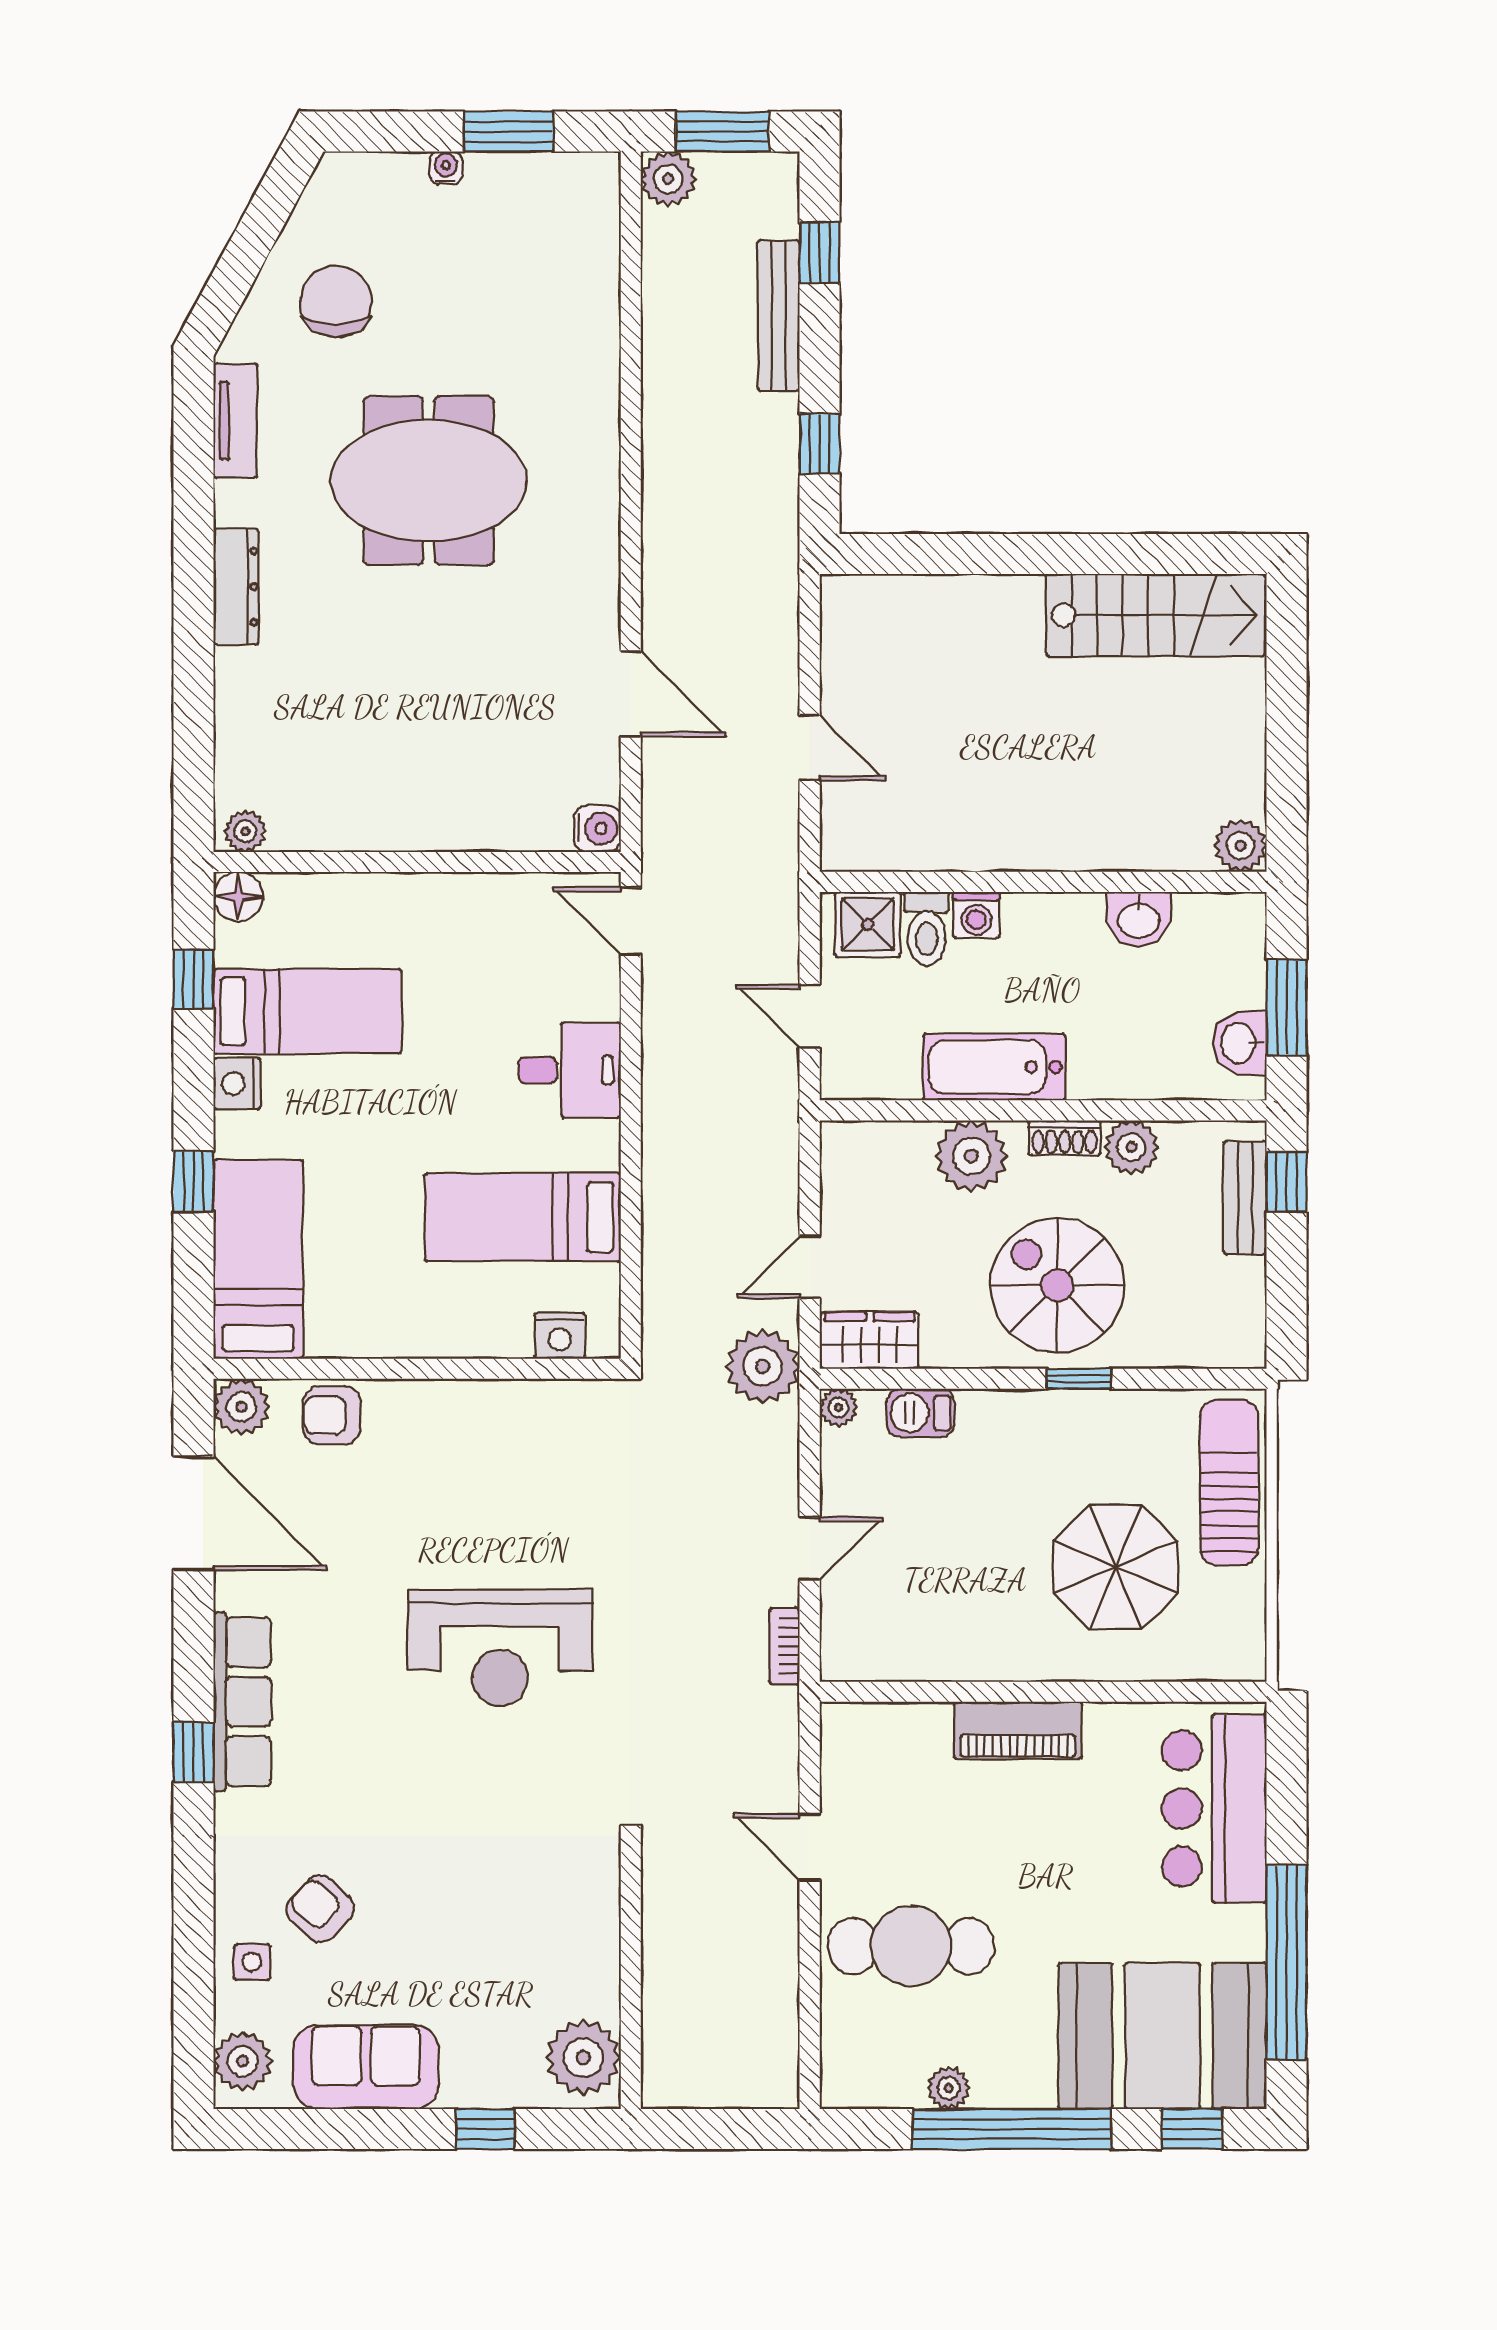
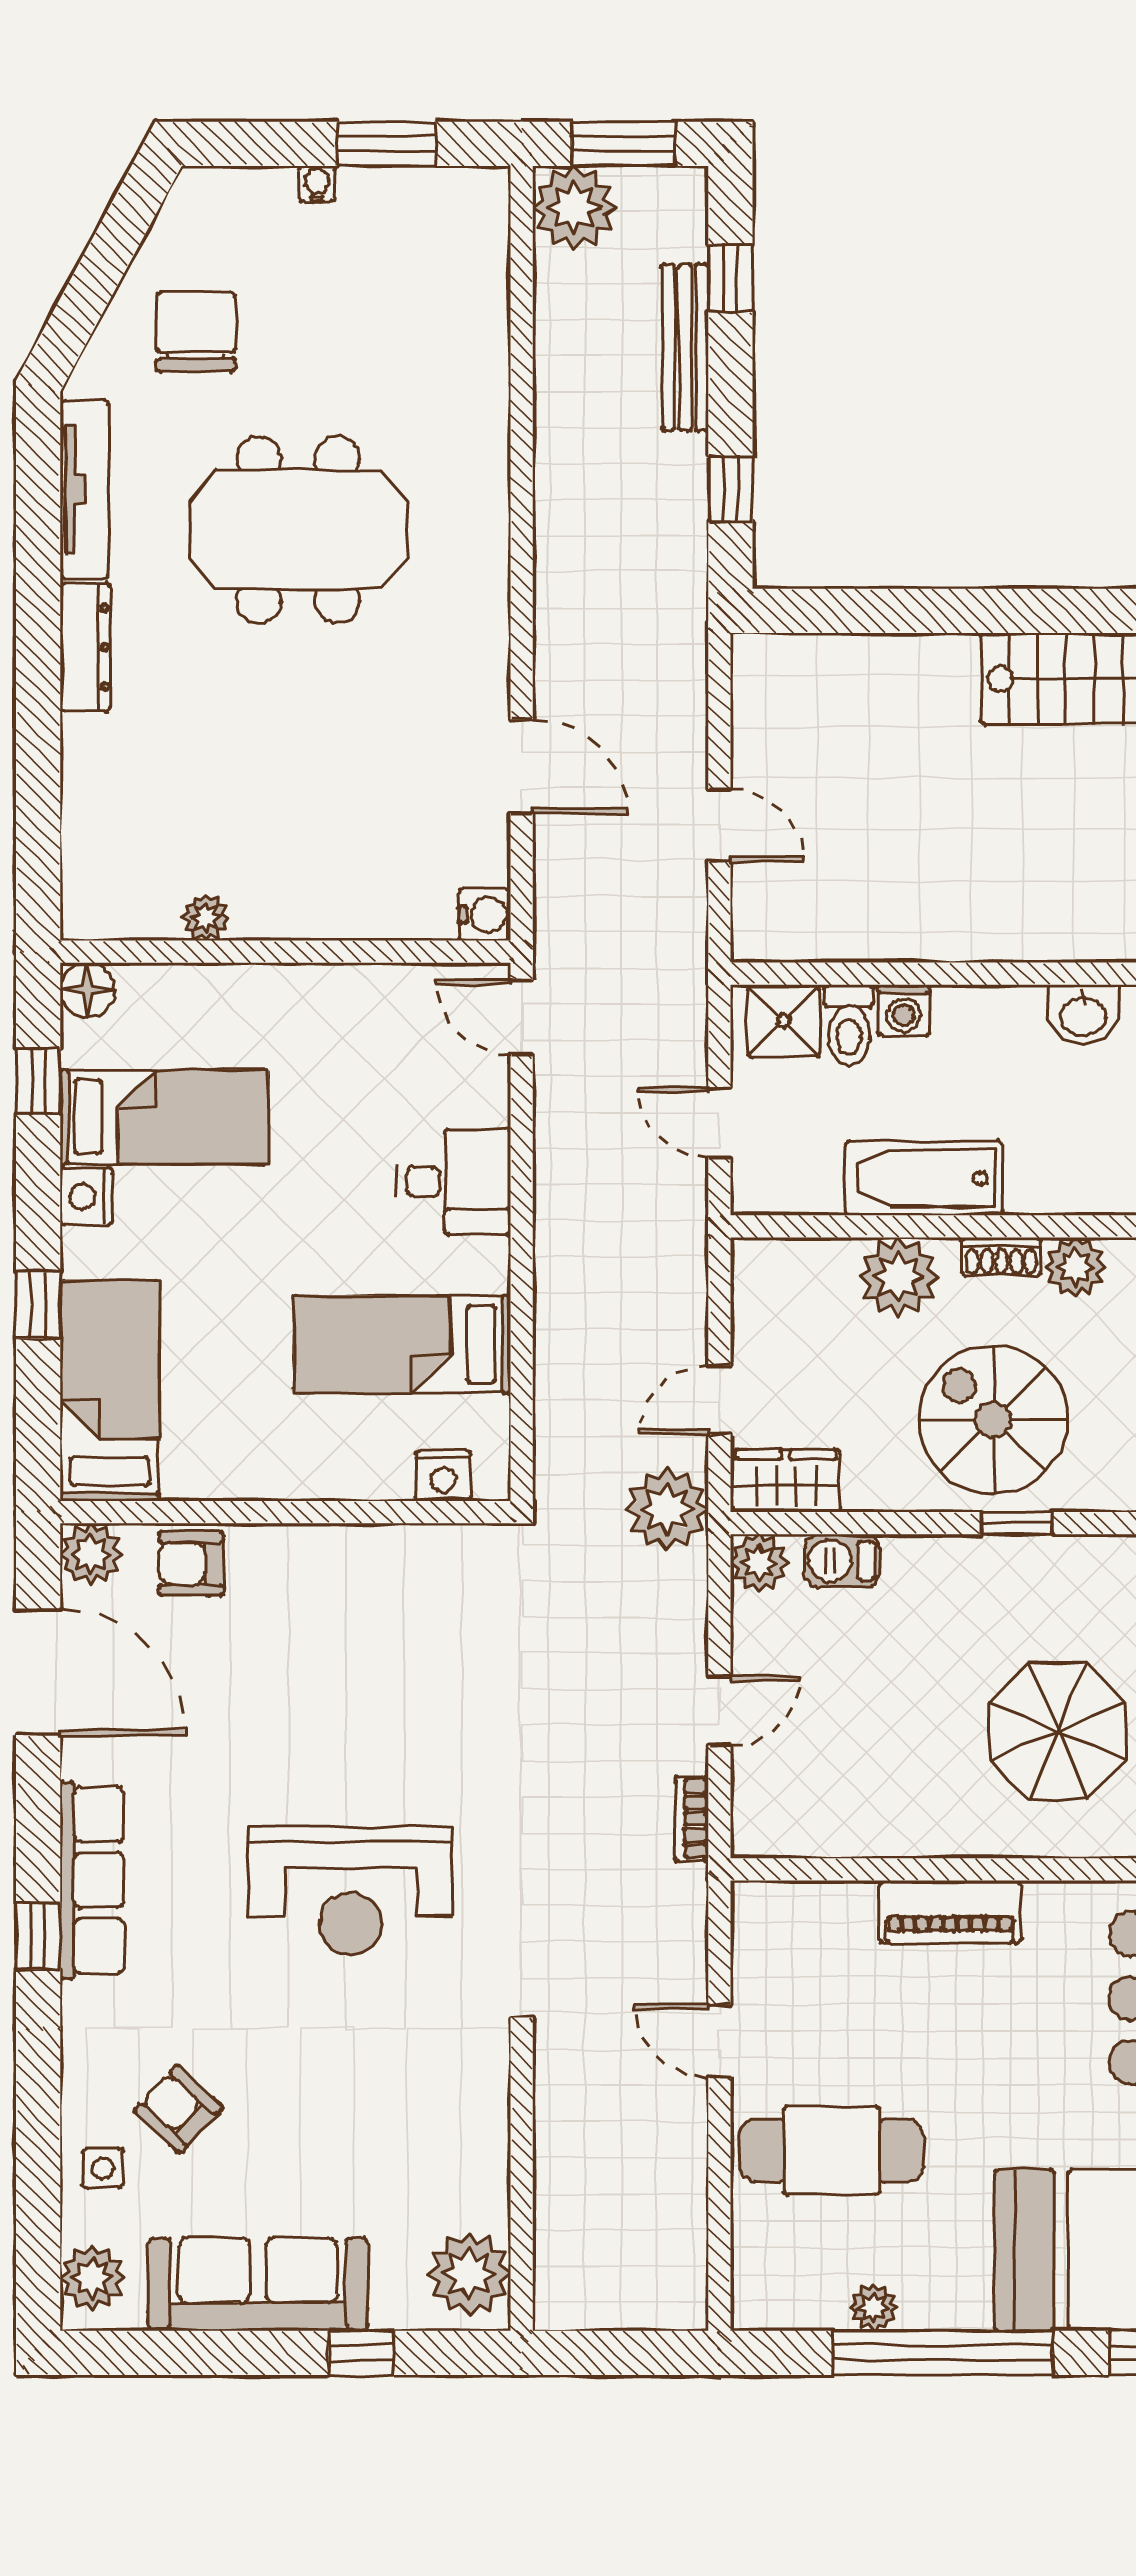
plant: (668, 179) -> (574, 207), width x1.36, depth x1.36
tv unit: (235, 421) -> (84, 489), width x1.41
plant: (245, 831) -> (206, 918), moved
plant: (838, 1408) -> (759, 1563), width x1.38, depth x1.38
reception desk: (500, 1648) -> (350, 1891), moved
sofa: (366, 2067) -> (258, 2284), width x1.36

